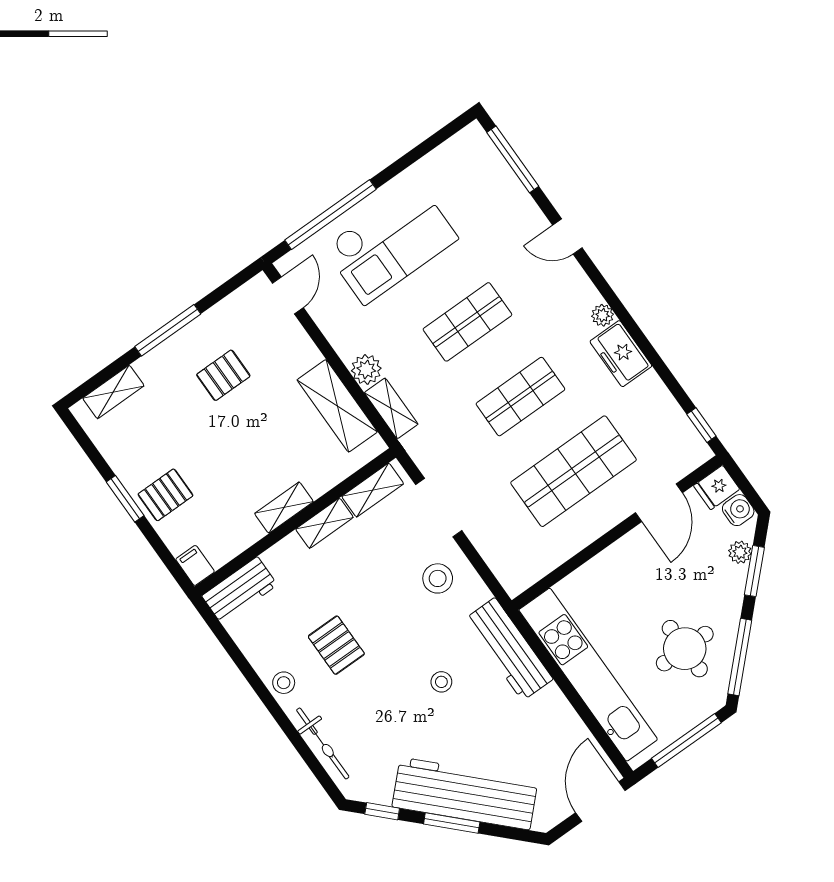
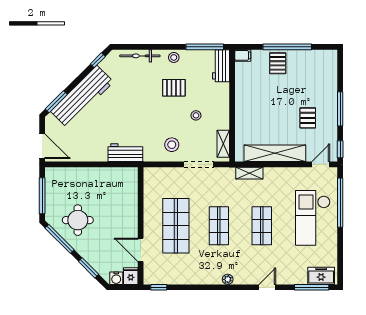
window: (238, 281) -> (340, 149), added
door: (288, 295) -> (321, 164), swing flipped
freezer: (621, 354) -> (321, 276), moved
plant: (366, 369) -> (271, 174), removed
shelving: (113, 392) -> (331, 71), removed
shelving: (337, 406) -> (275, 153), width x1.47
window: (125, 499) -> (287, 47), width x2.11
shelving: (284, 508) -> (241, 105), removed
shelving: (324, 523) -> (224, 116), removed
plant: (740, 552) -> (100, 267), removed
window: (227, 642) -> (205, 47), added
workbench: (509, 649) -> (125, 153), width x0.73
kitchen unit: (588, 675) -> (94, 176), removed
stool: (441, 682) -> (196, 115), moved
window: (452, 823) -> (56, 102), moved

